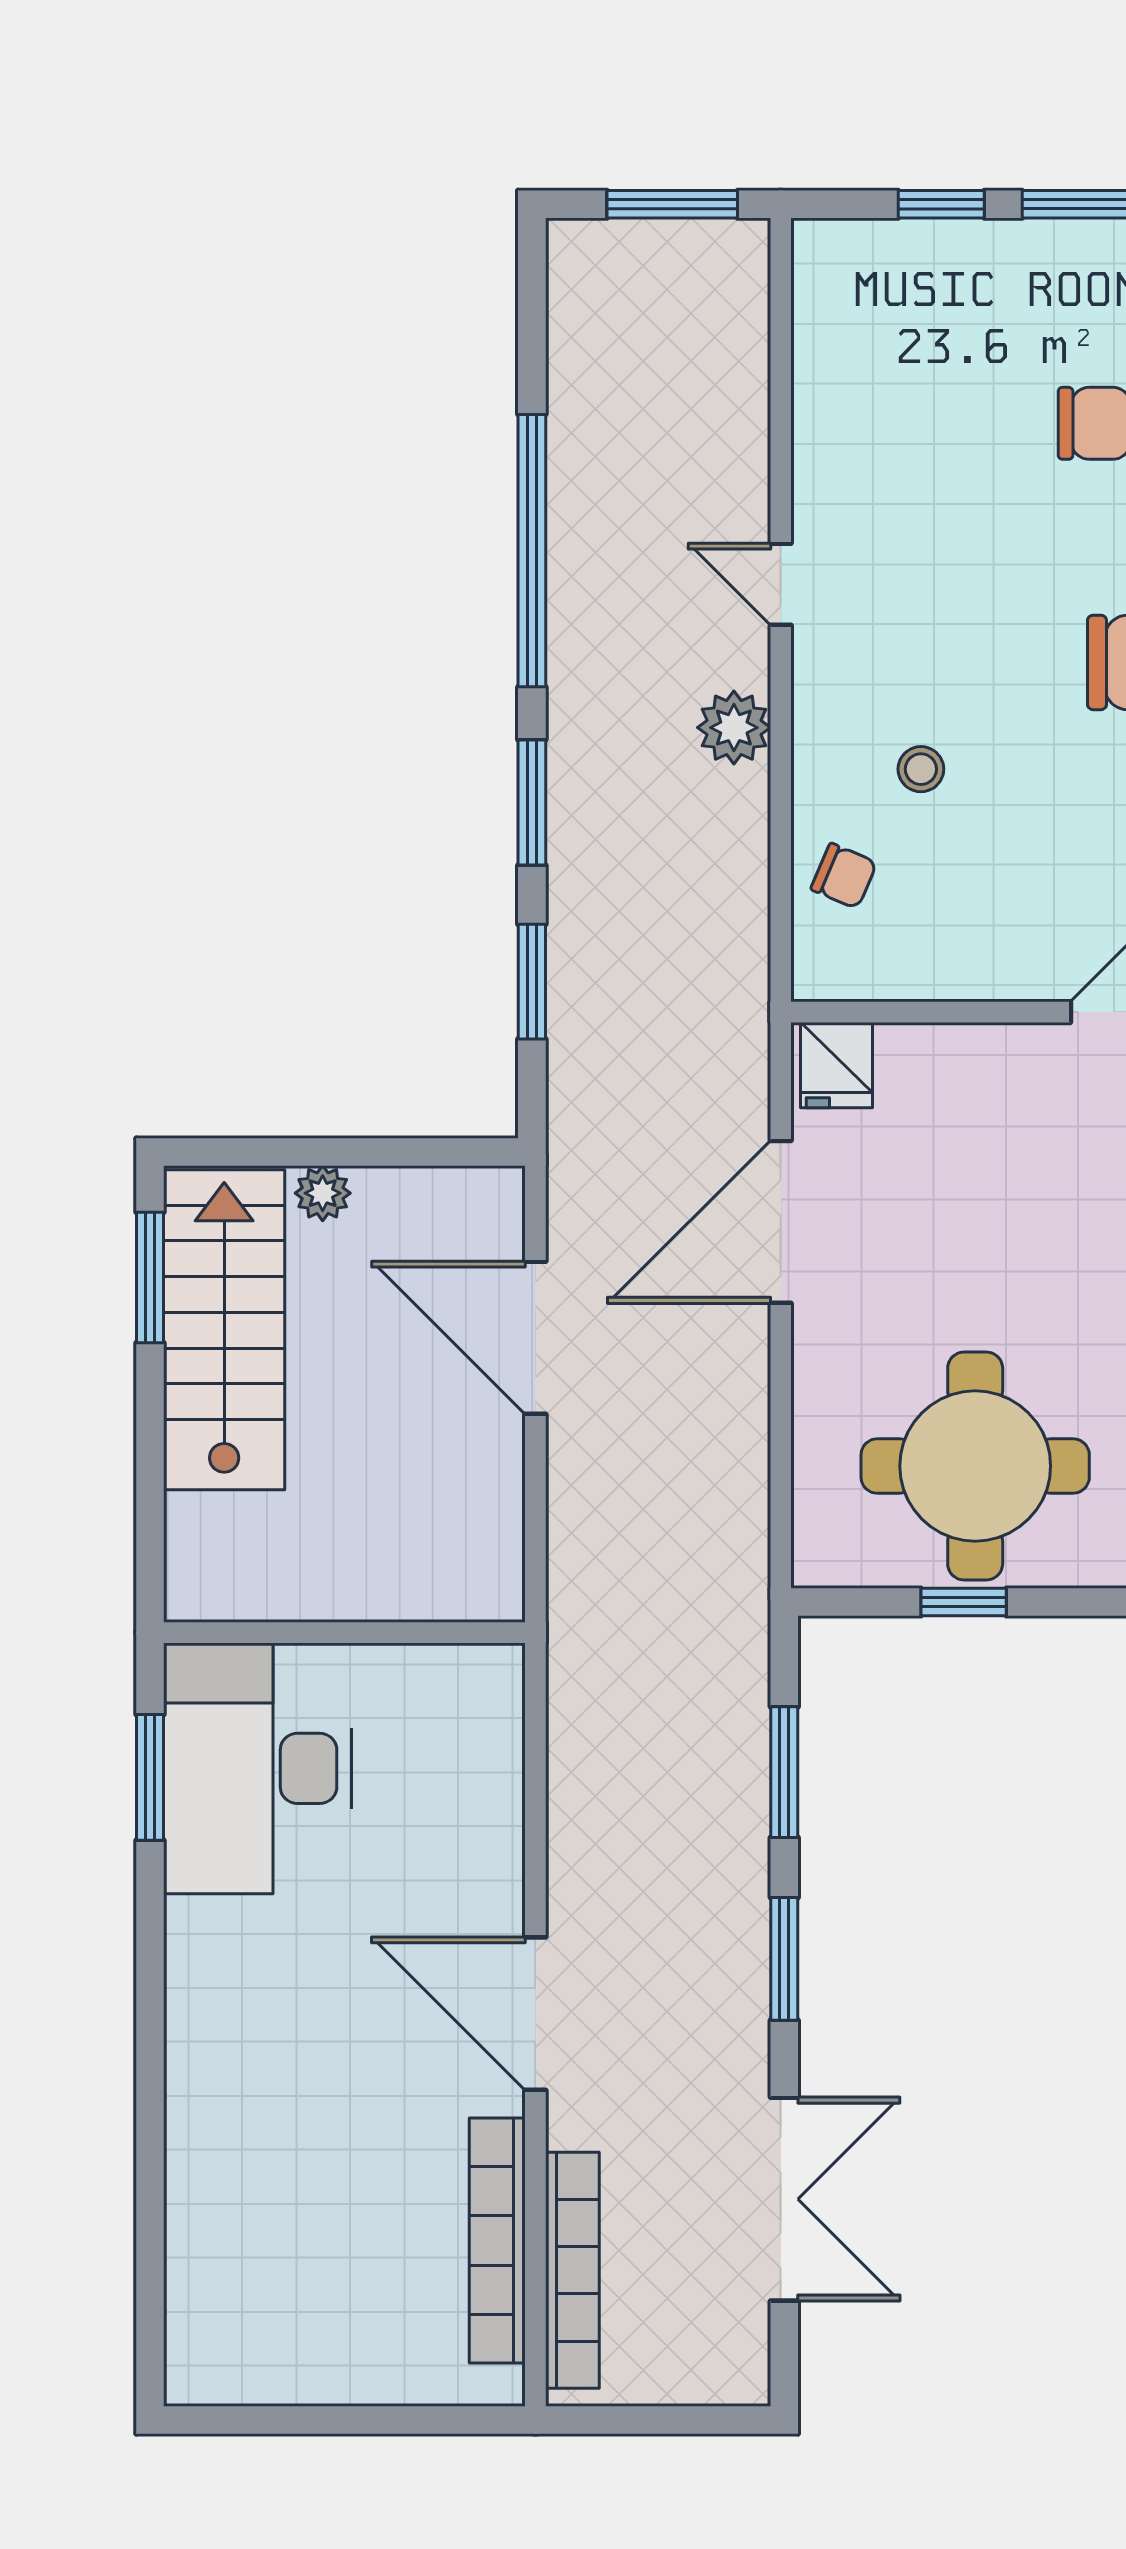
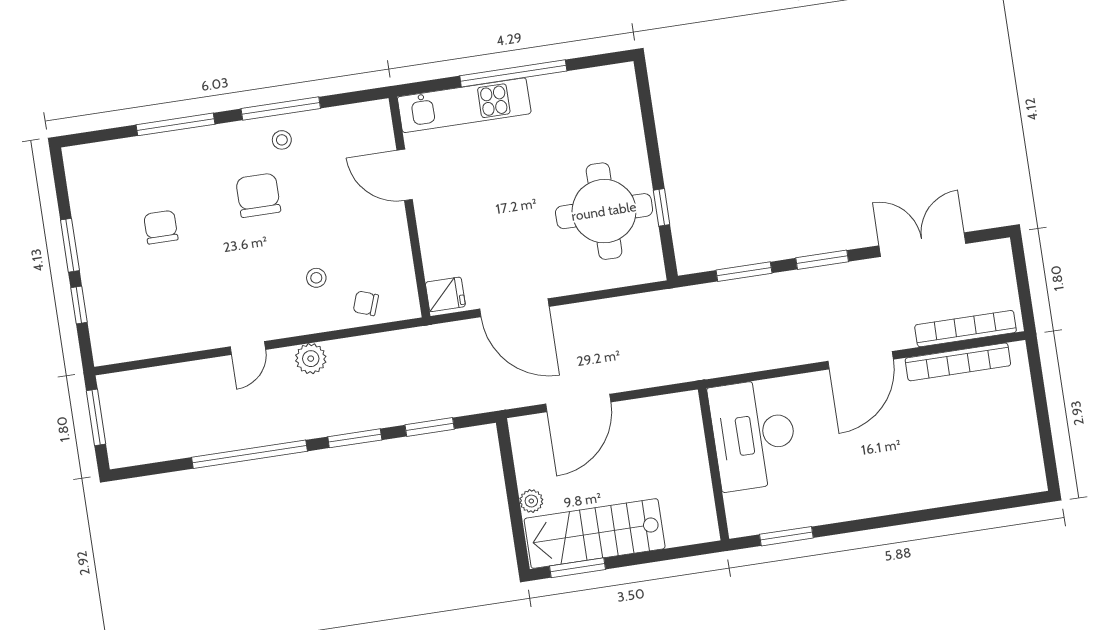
chair: (844, 876) -> (366, 303), turned -93
desk: (258, 1768) -> (754, 435), moved, turned 90

